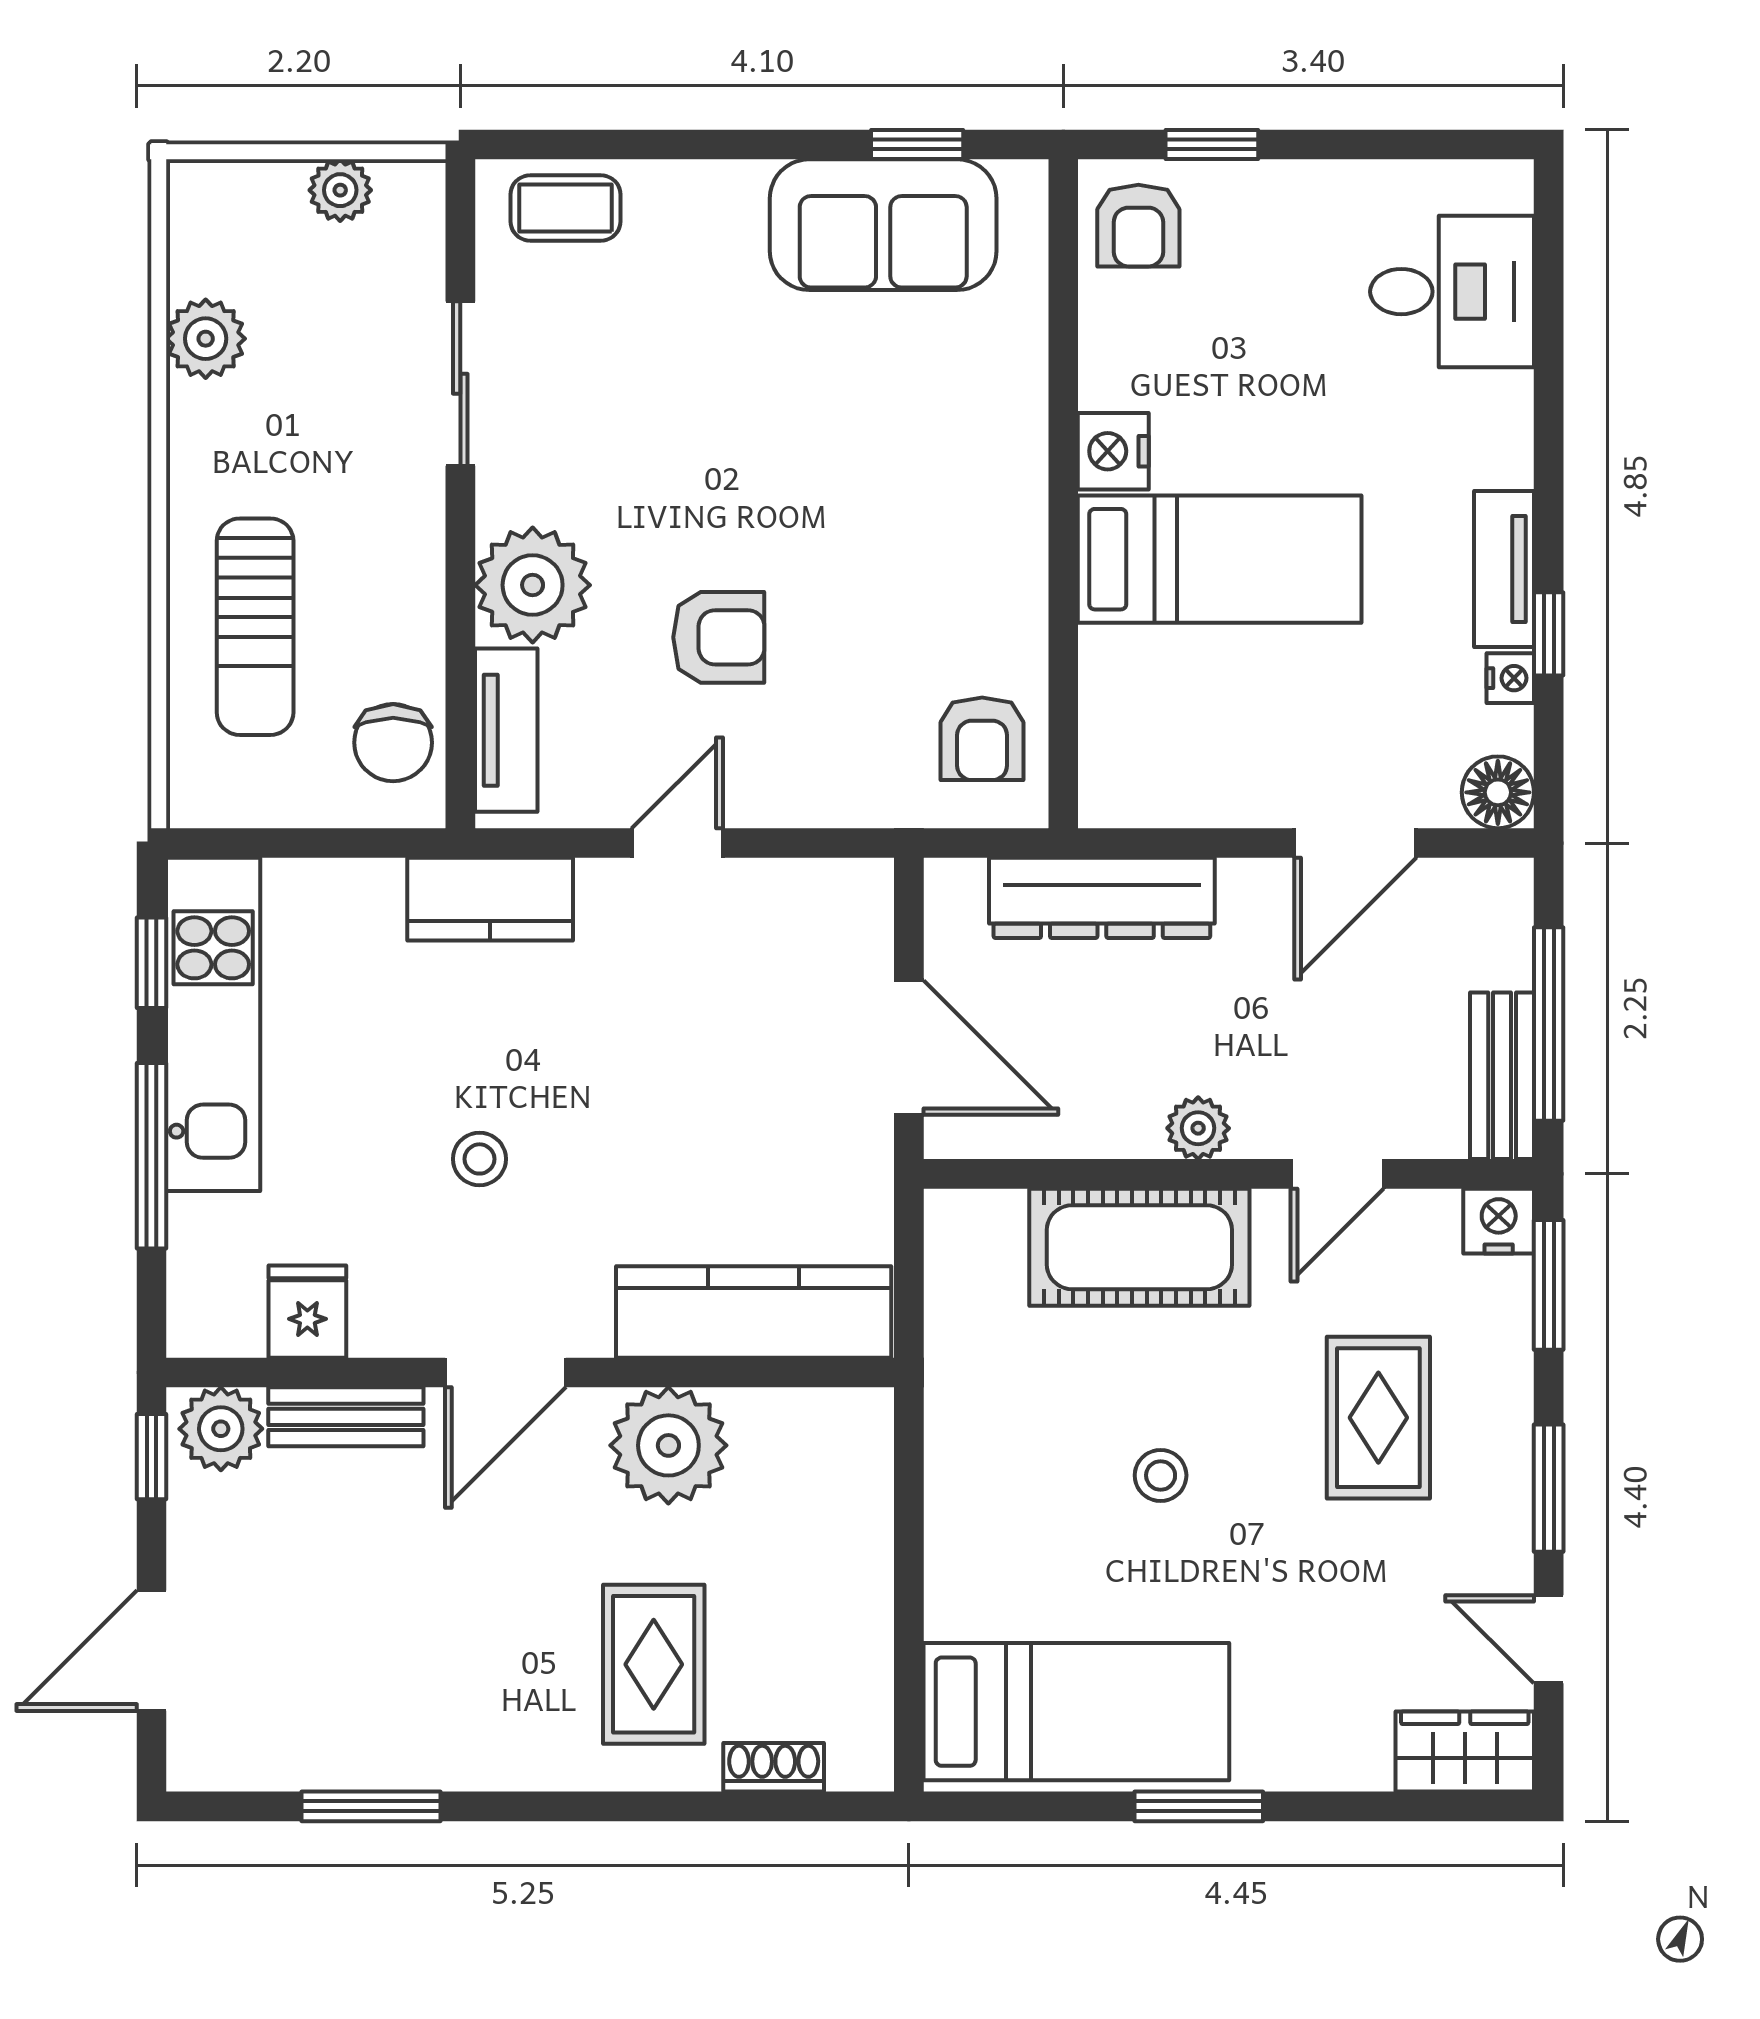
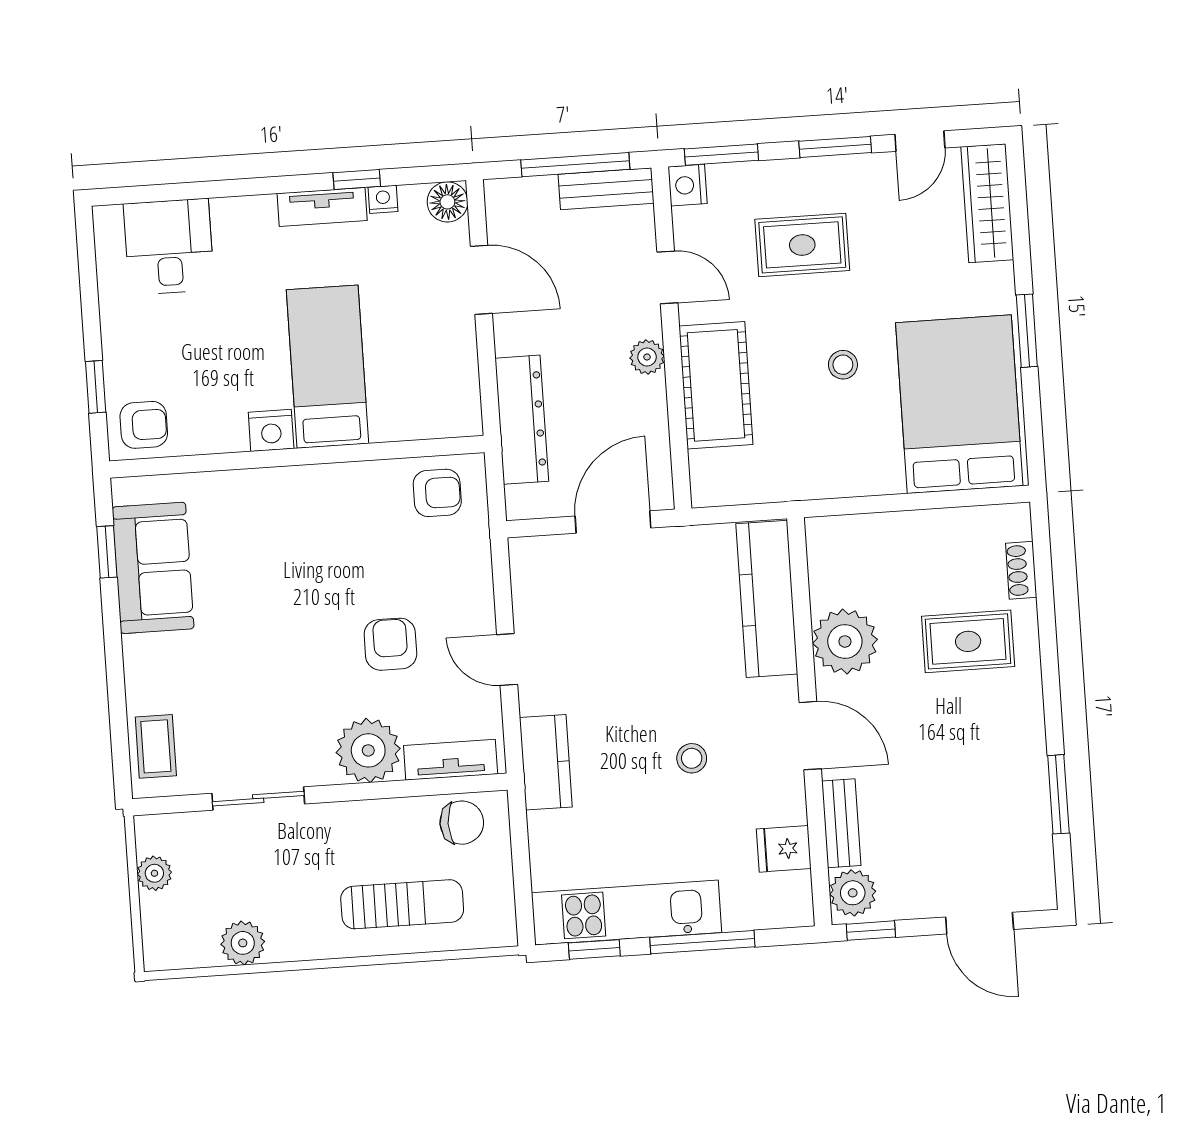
bed: (1076, 1712) -> (959, 404), width x1.50
wardrobe: (1465, 1752) -> (987, 203), width x1.50

